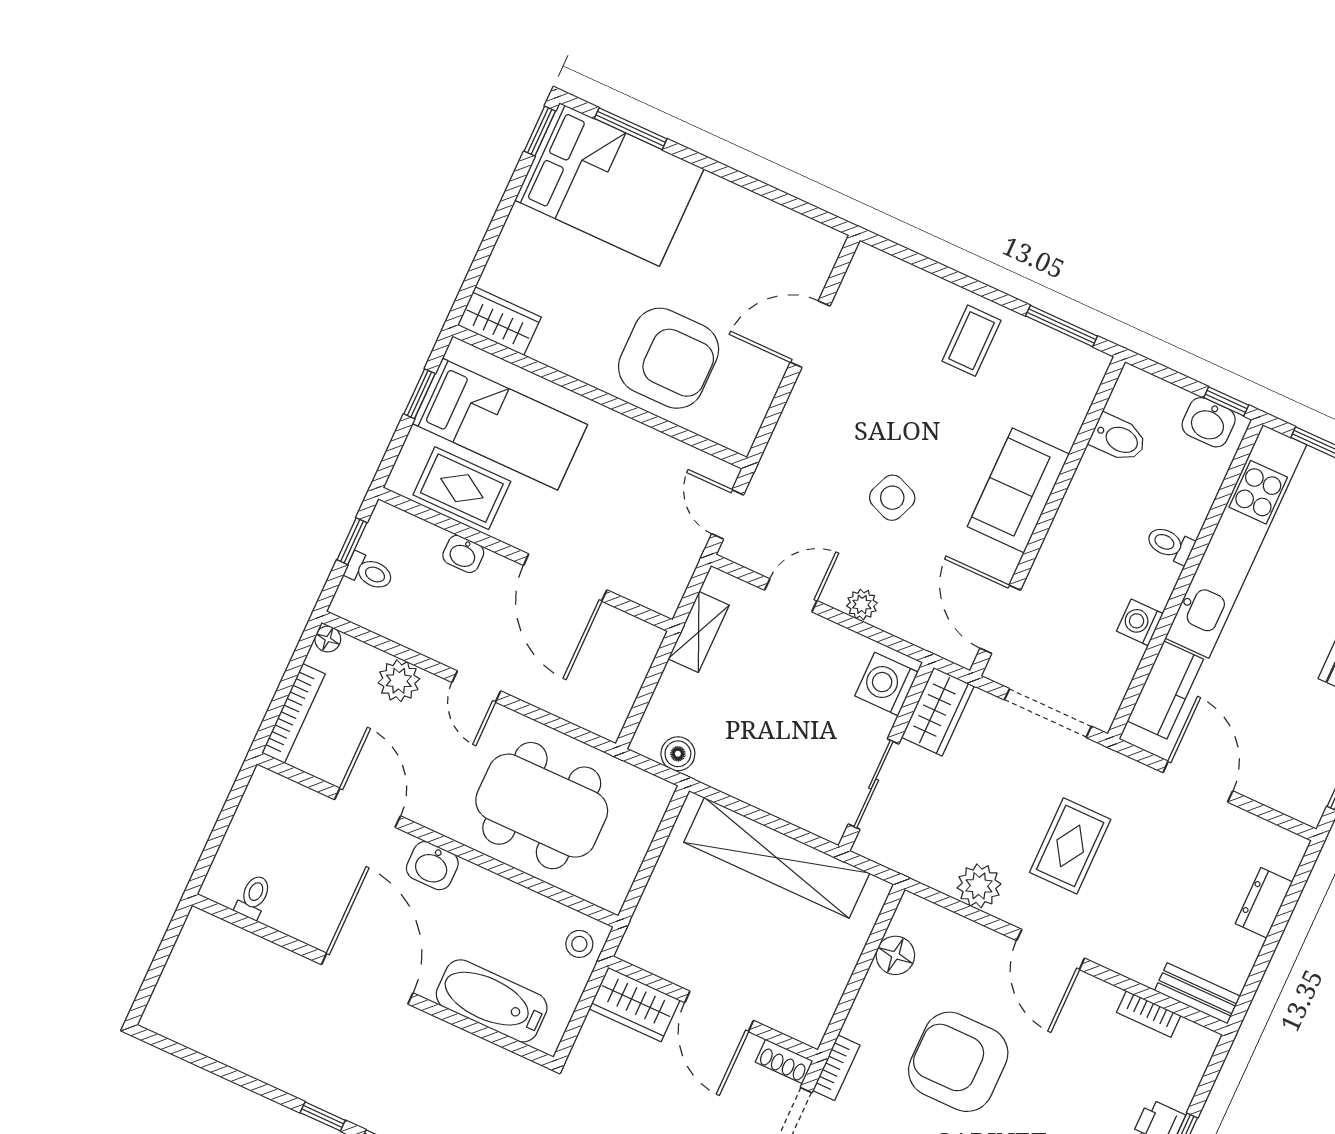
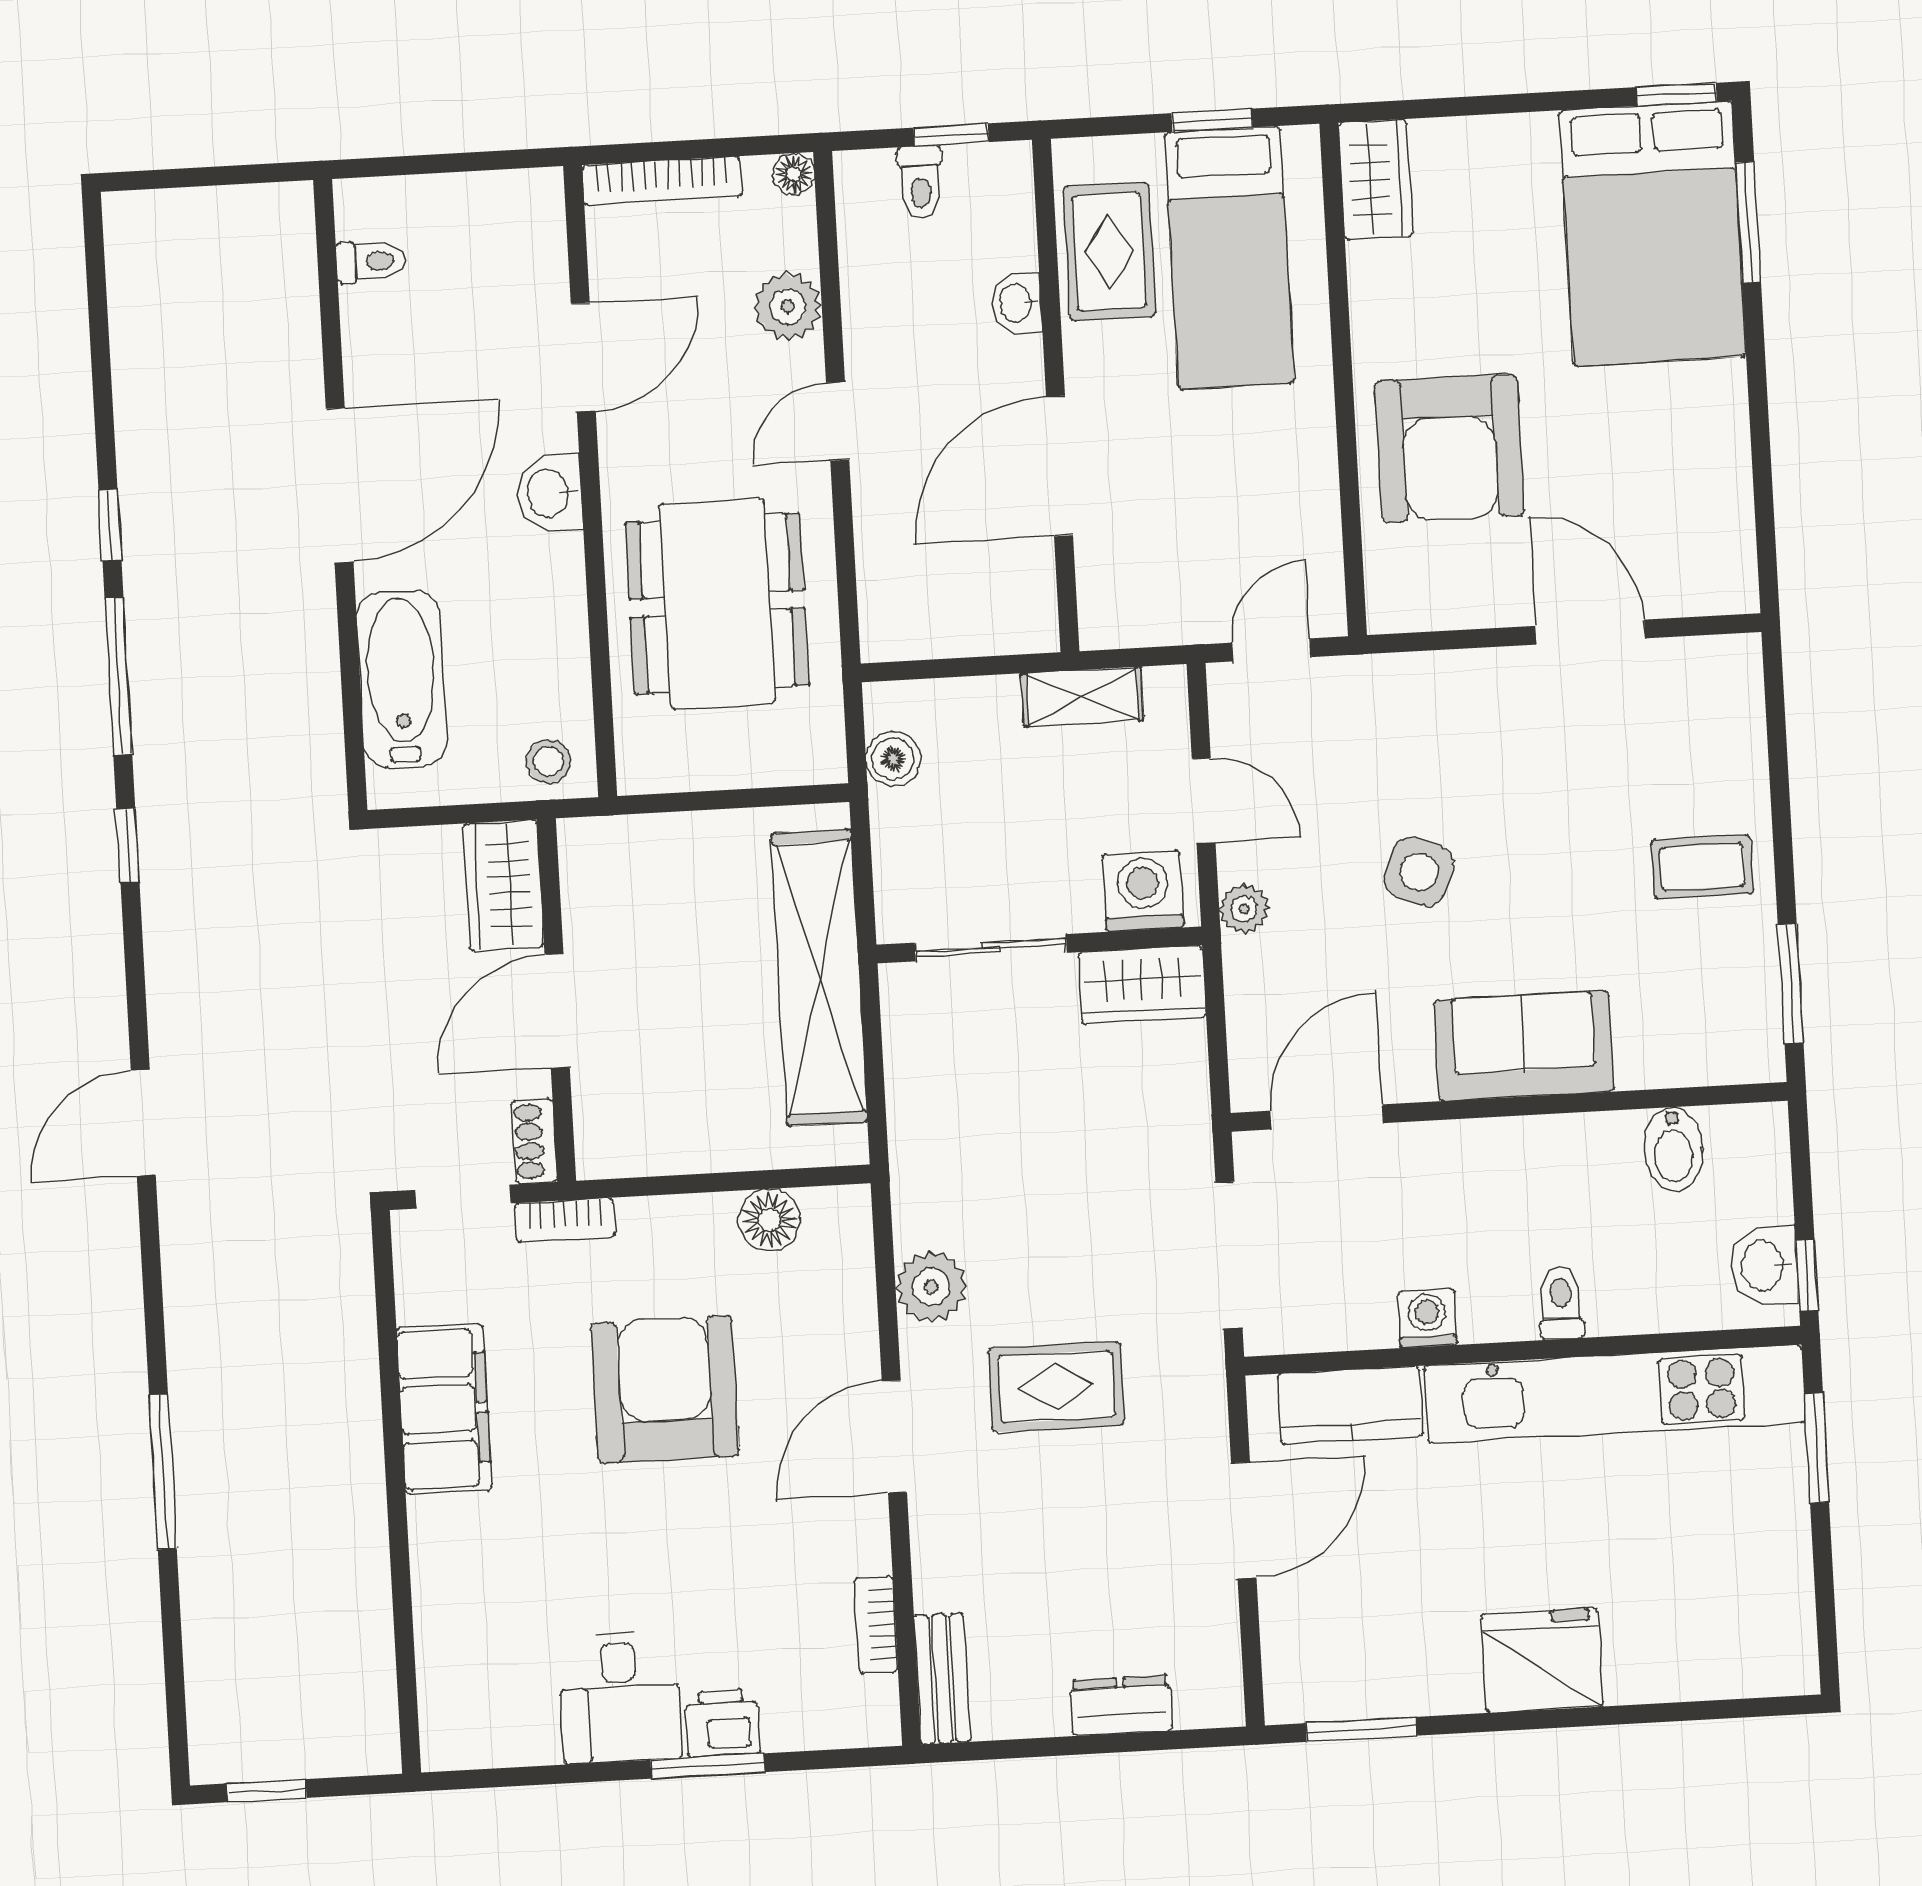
washing machine: (886, 684) -> (1143, 891), moved
wardrobe: (938, 712) -> (1142, 985), moved
wall: (886, 757) -> (1039, 945), moved
sliding door: (874, 784) -> (991, 948), moved

